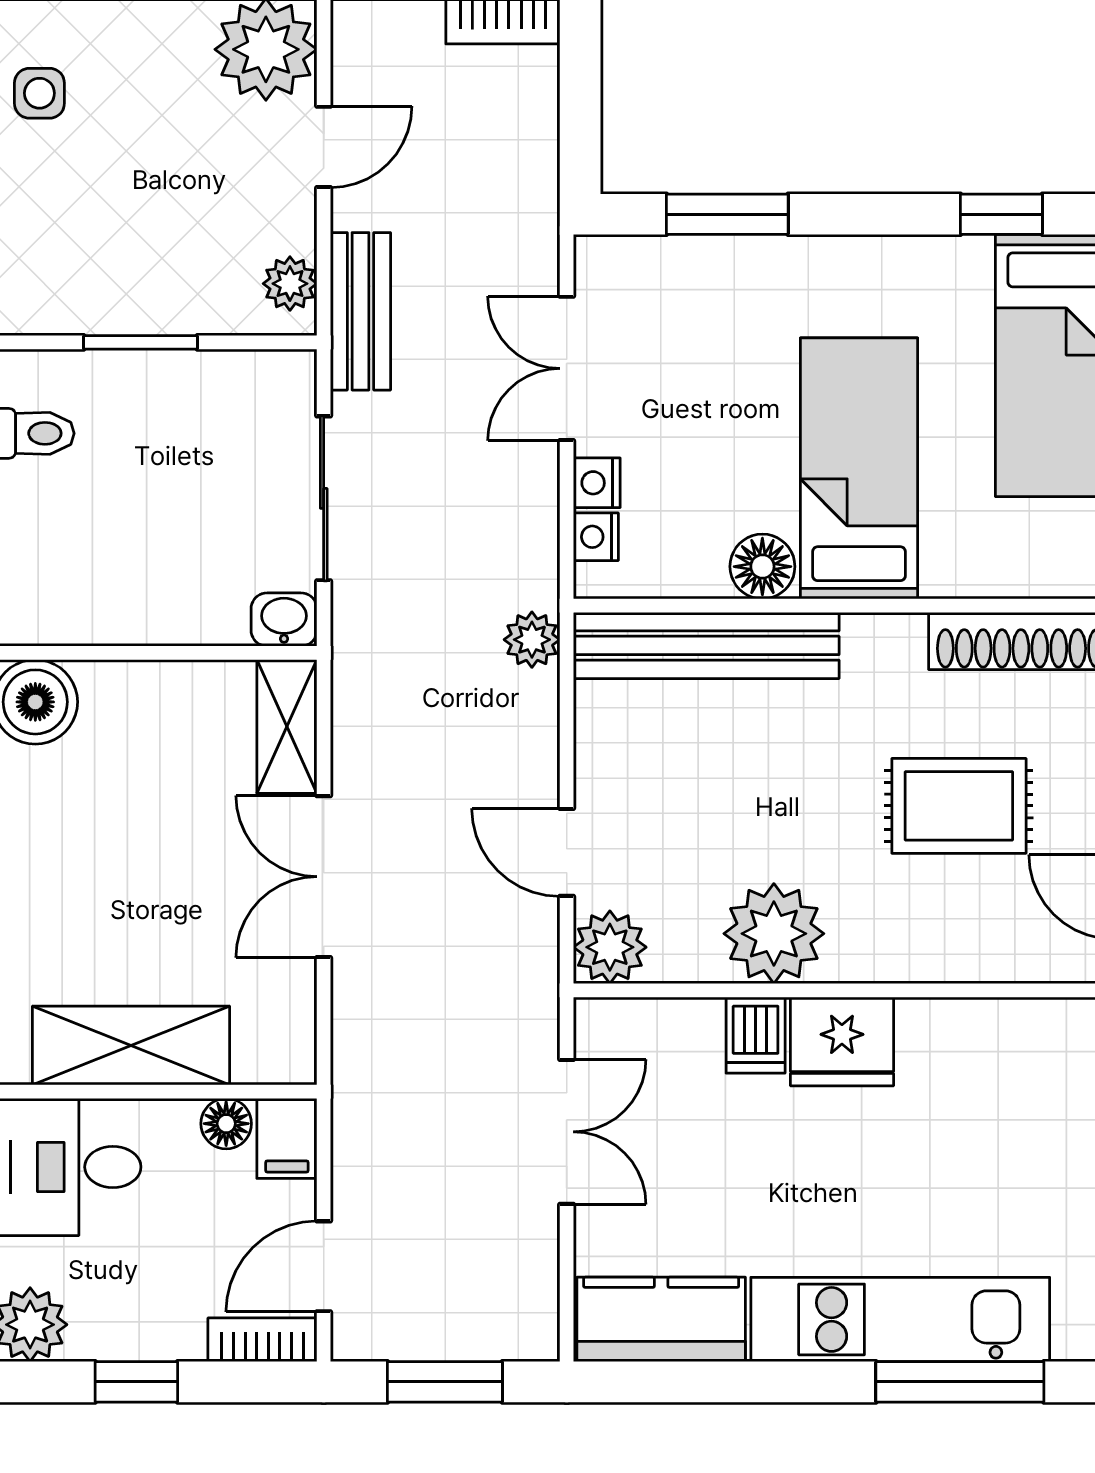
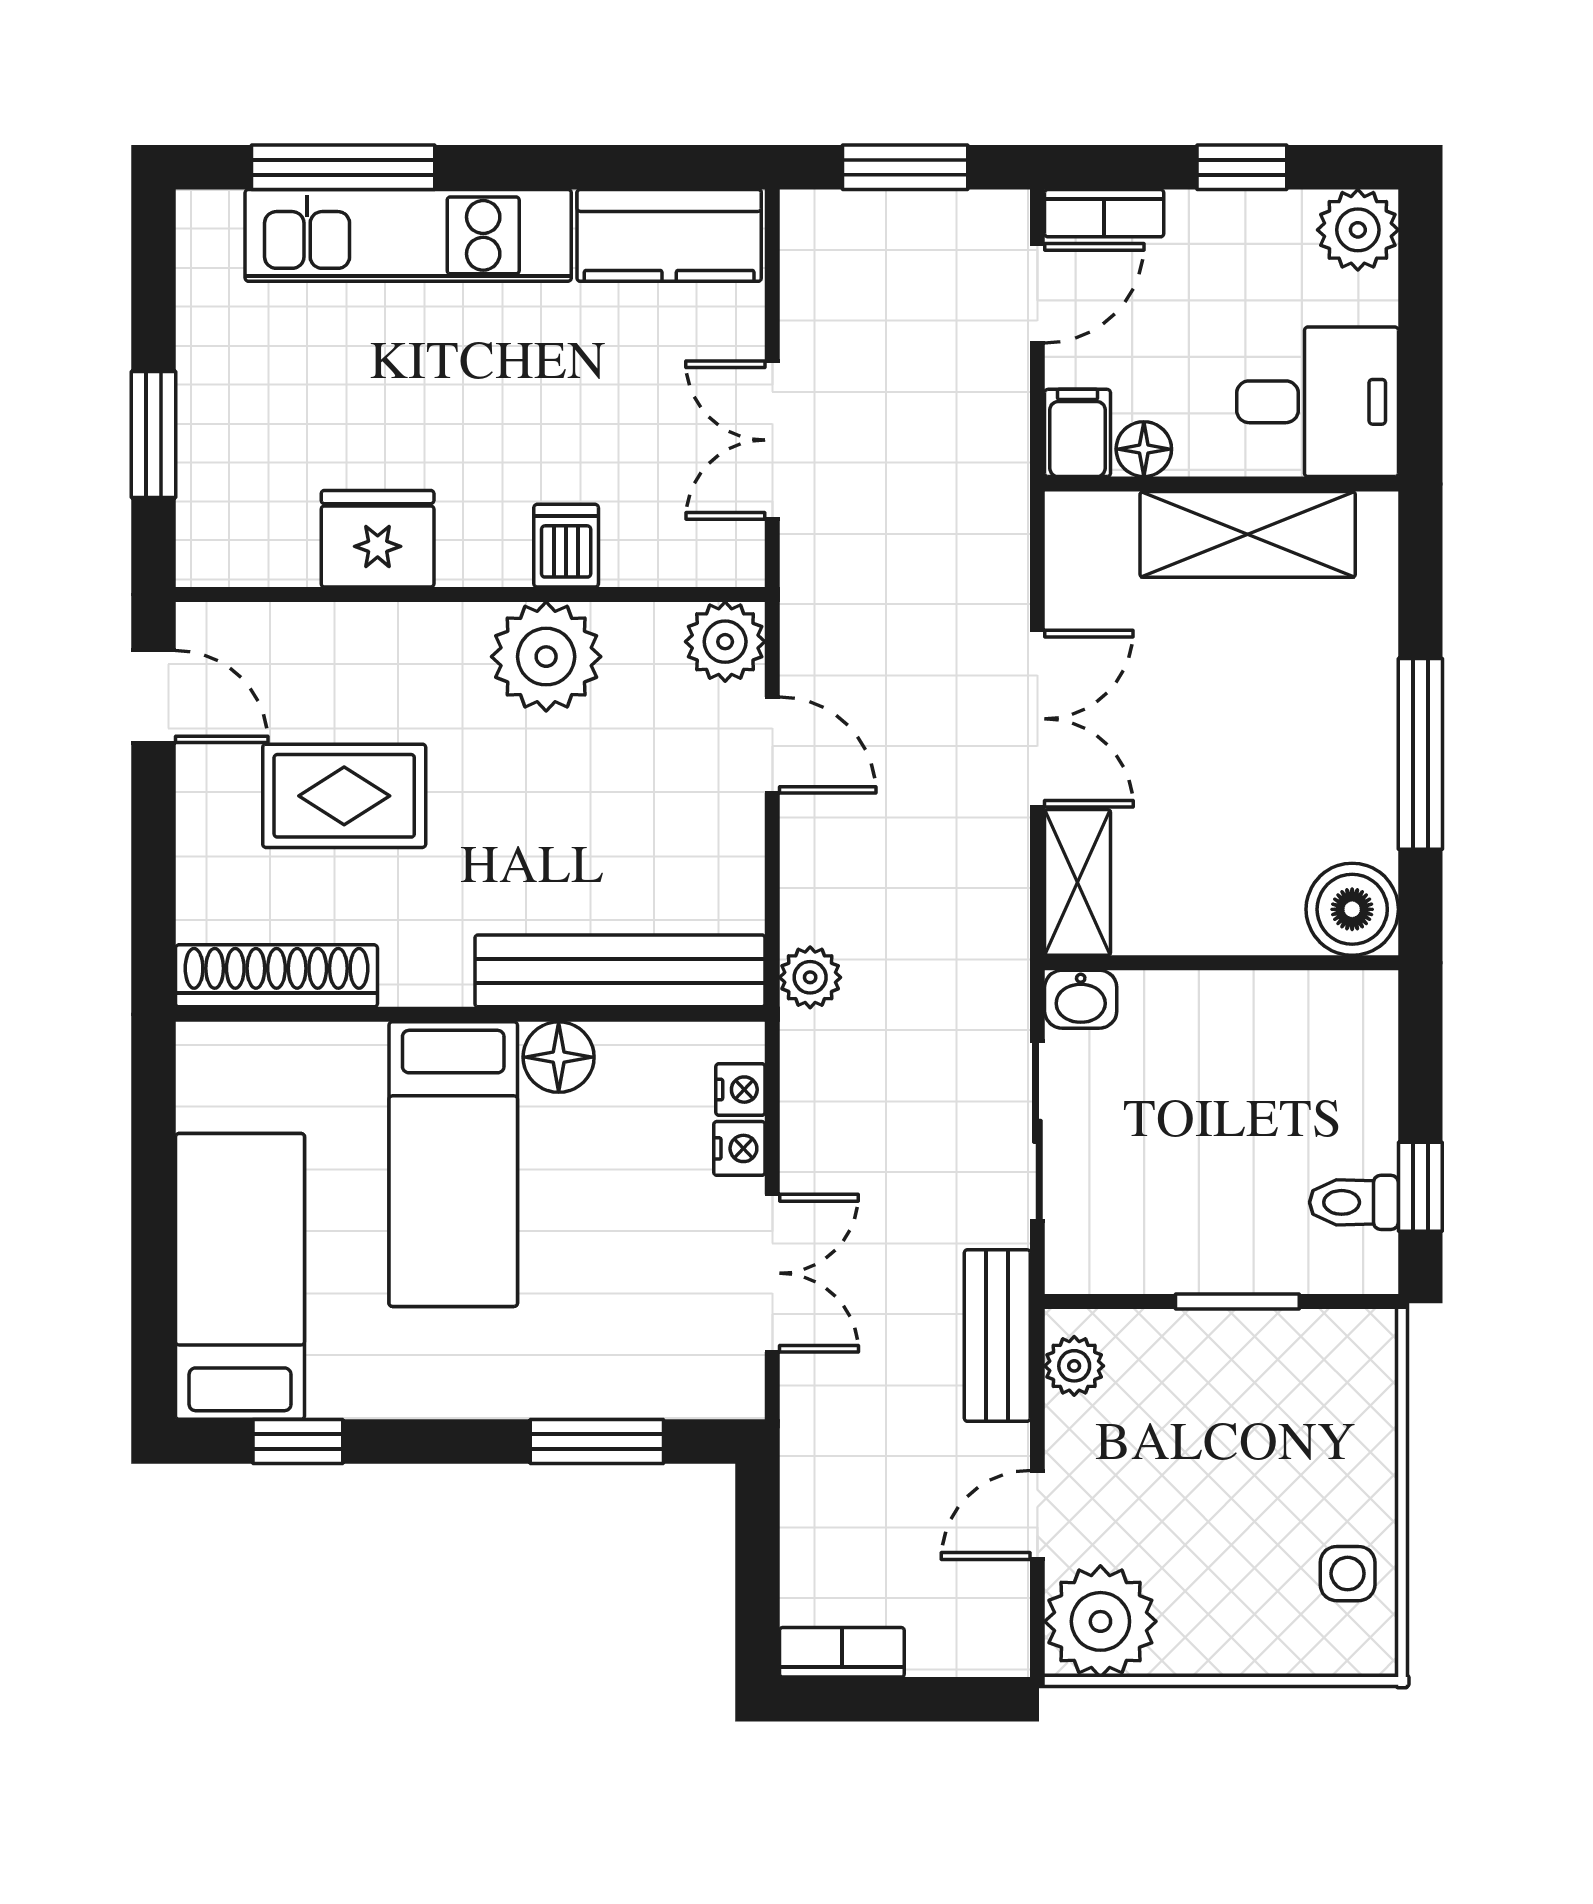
fridge: (842, 1041) -> (378, 539), moved

